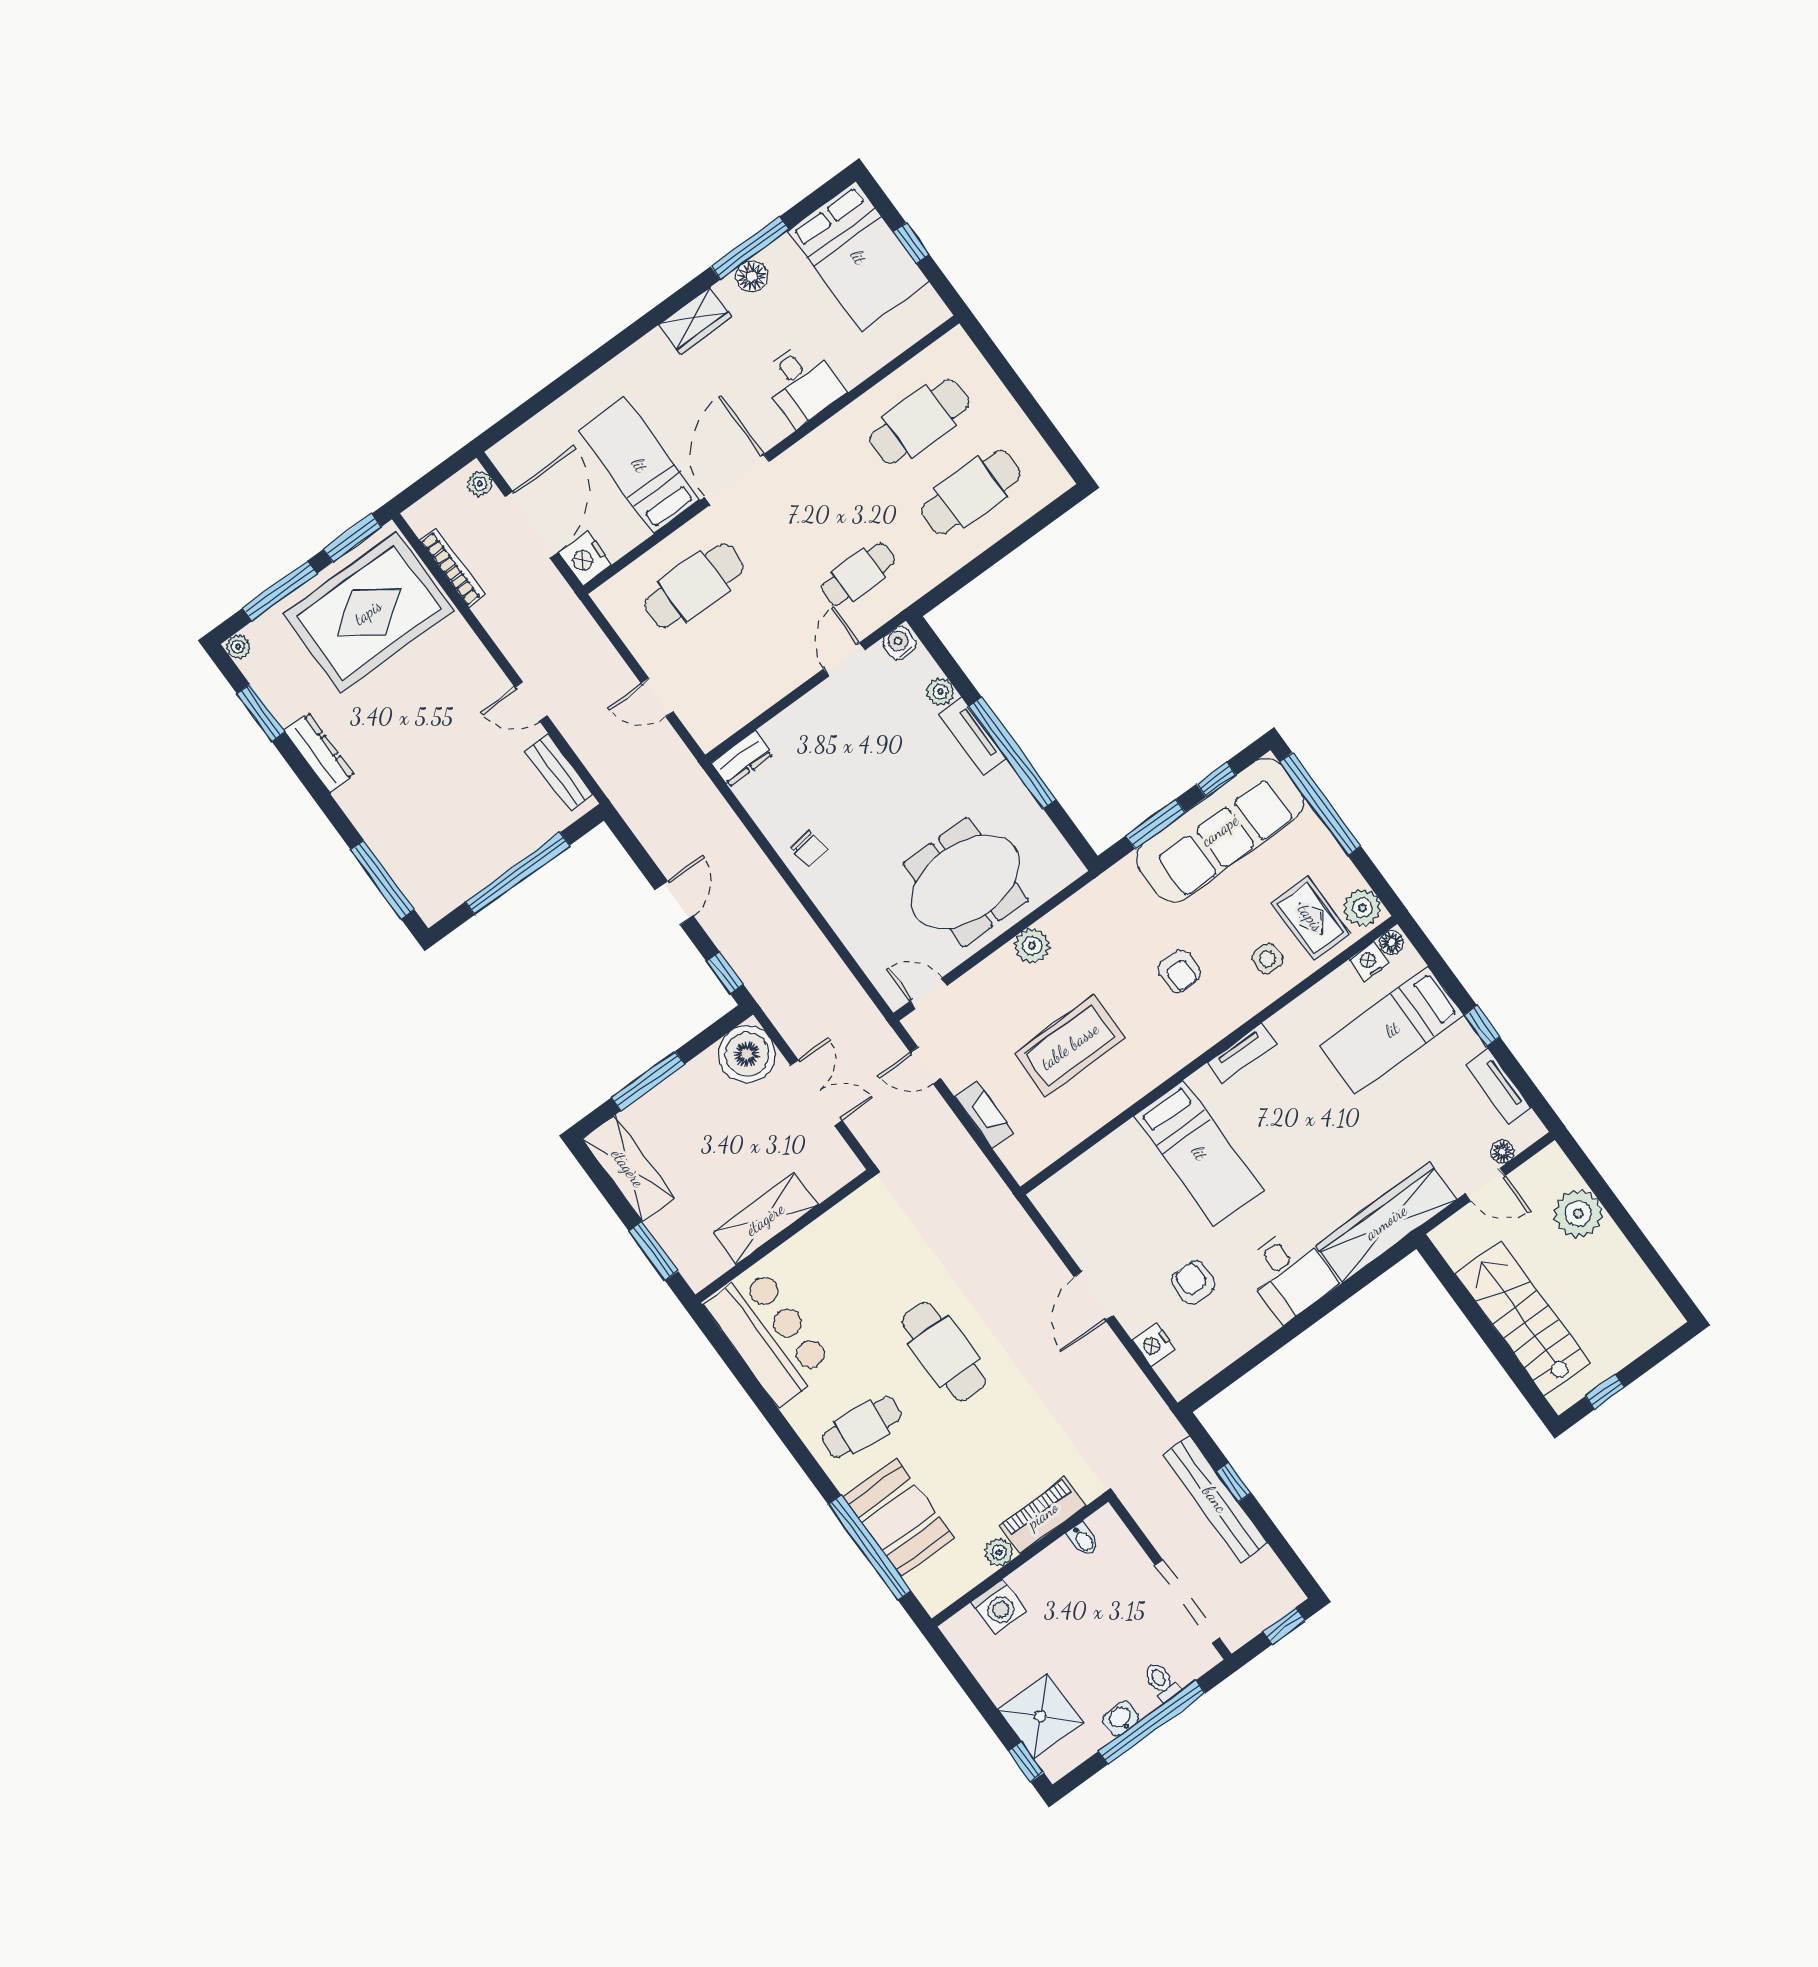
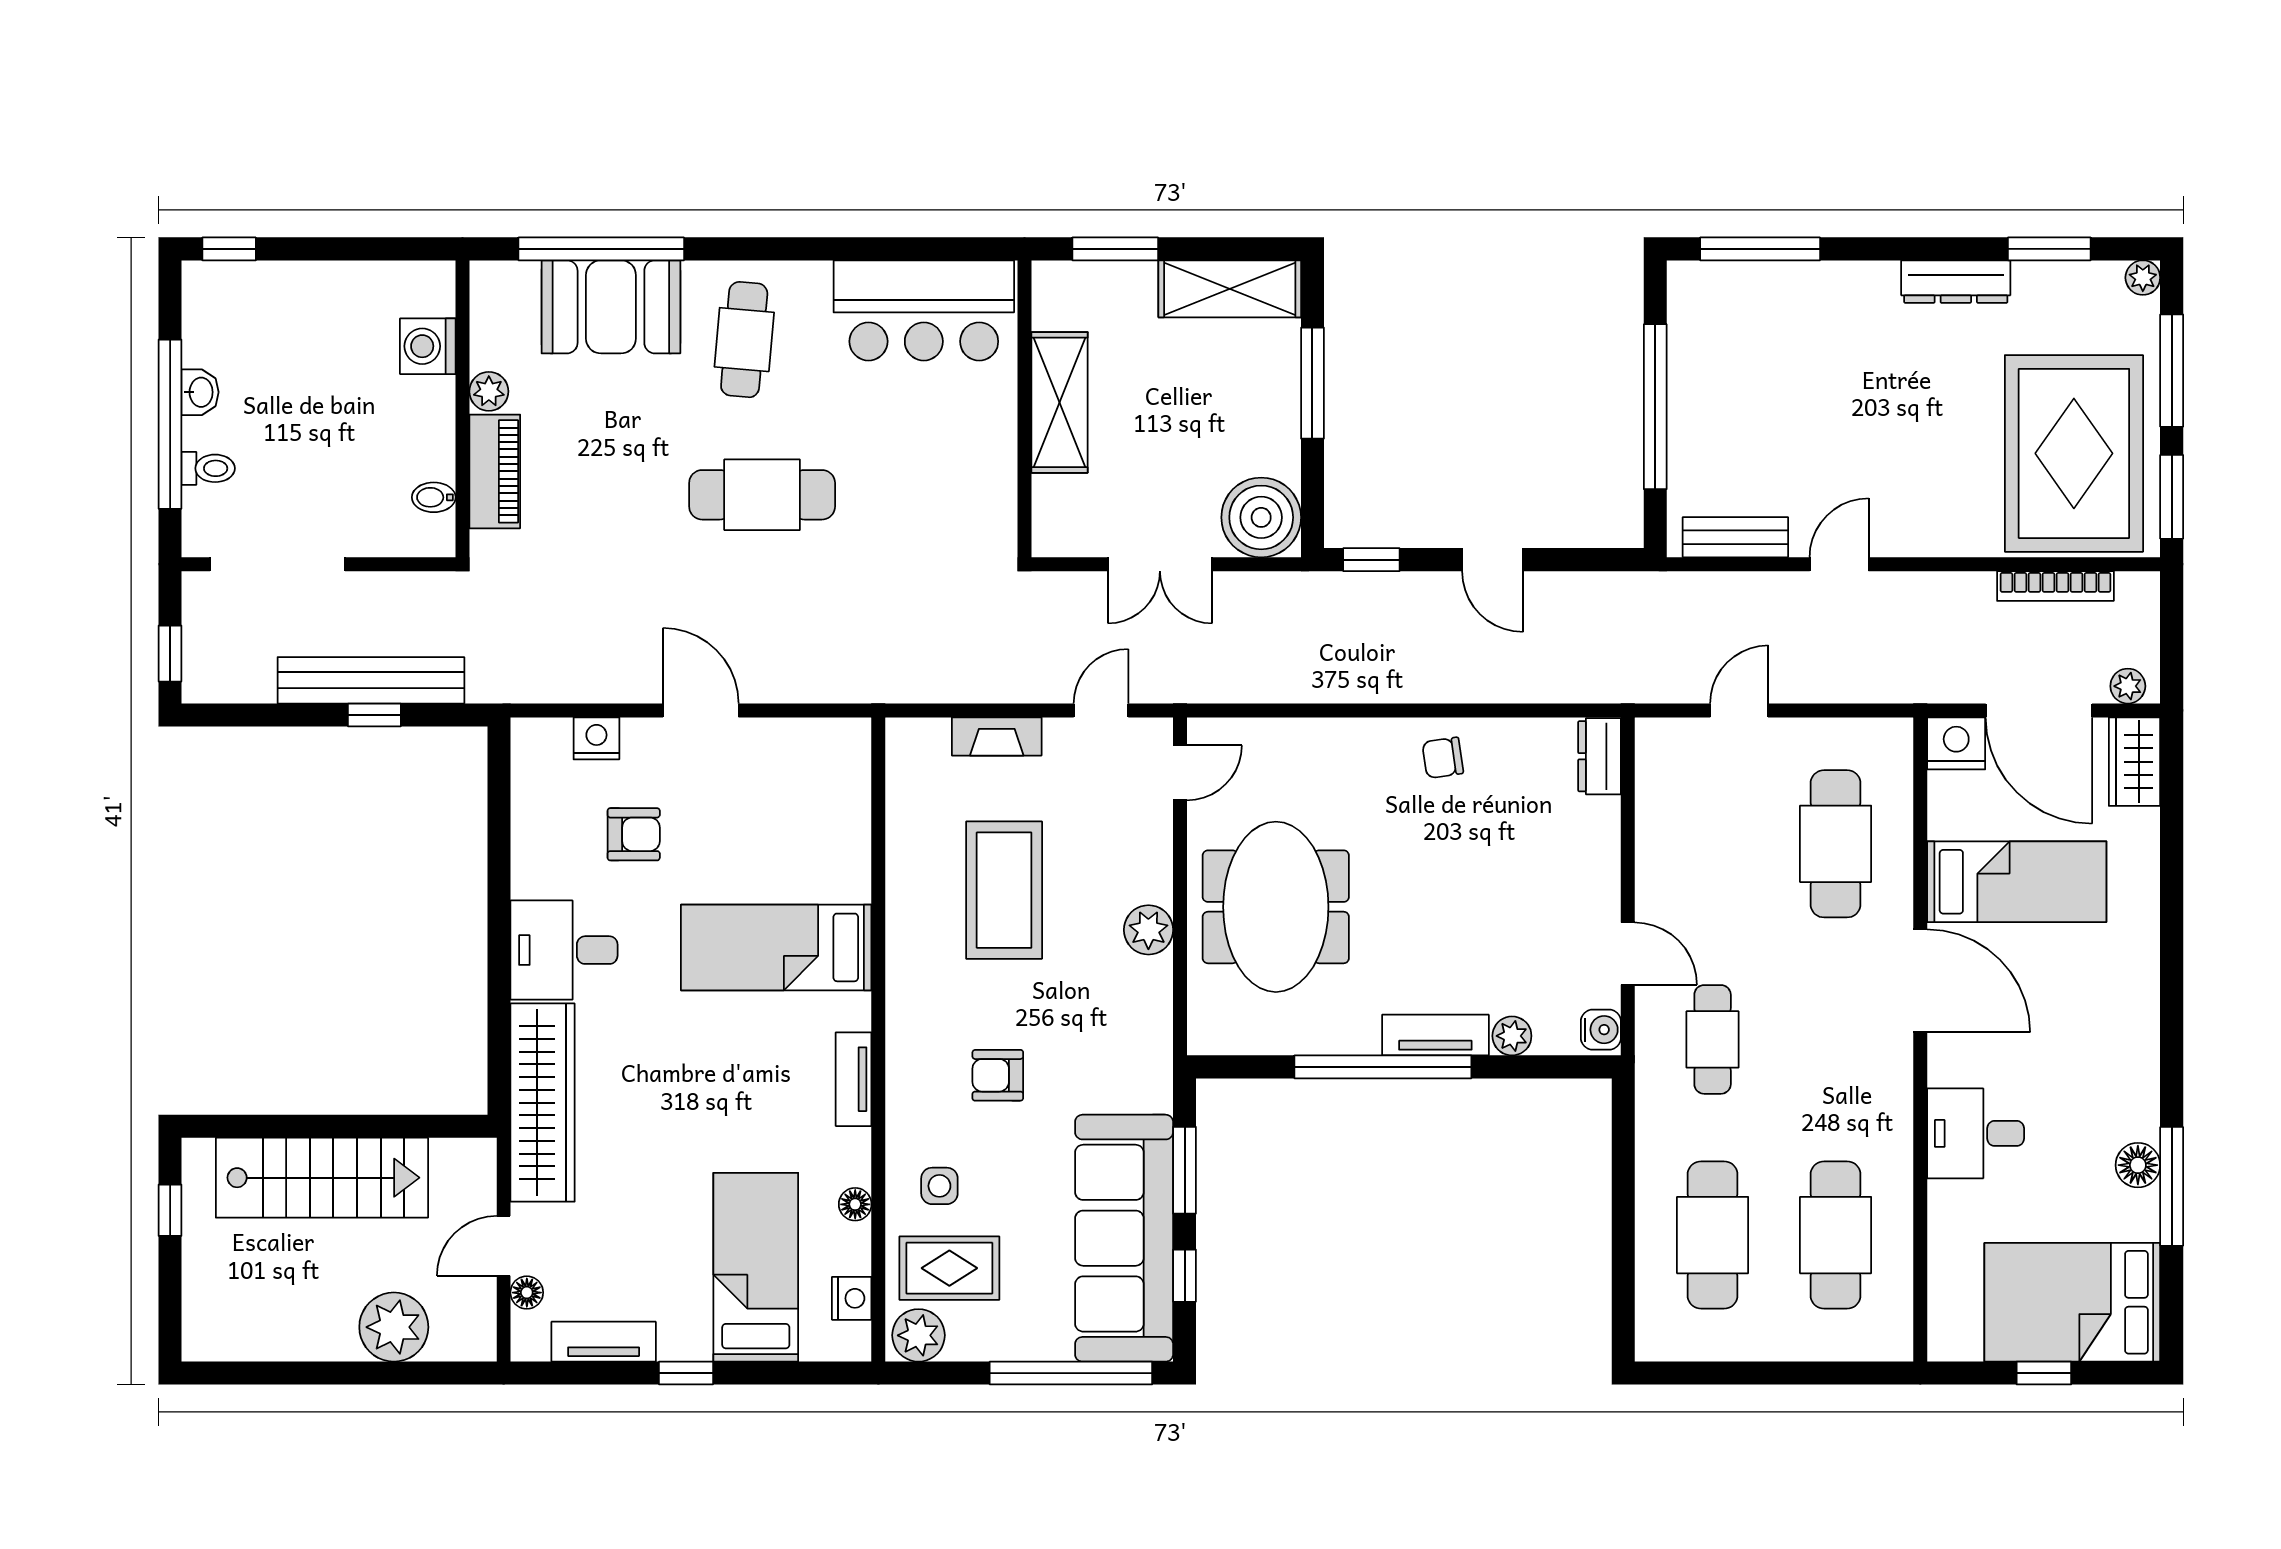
wardrobe: (695, 321) -> (2134, 762), moved
floor lamp: (1392, 942) -> (855, 1204), moved
shower: (1040, 1716) -> (269, 303), removed

